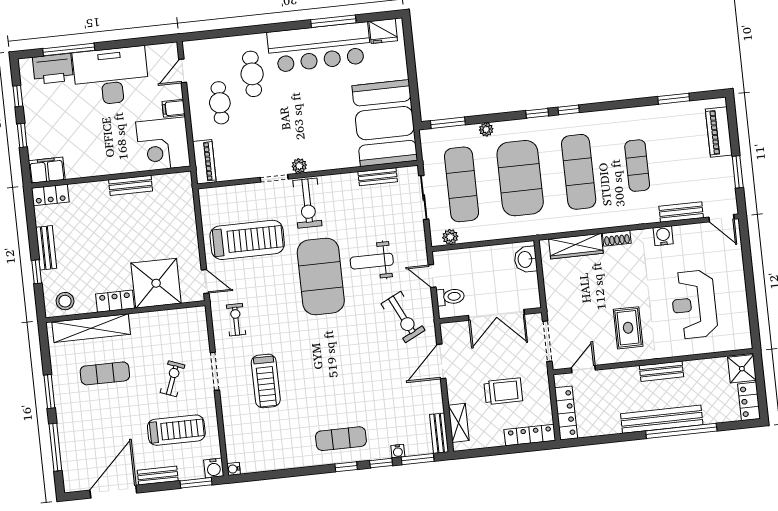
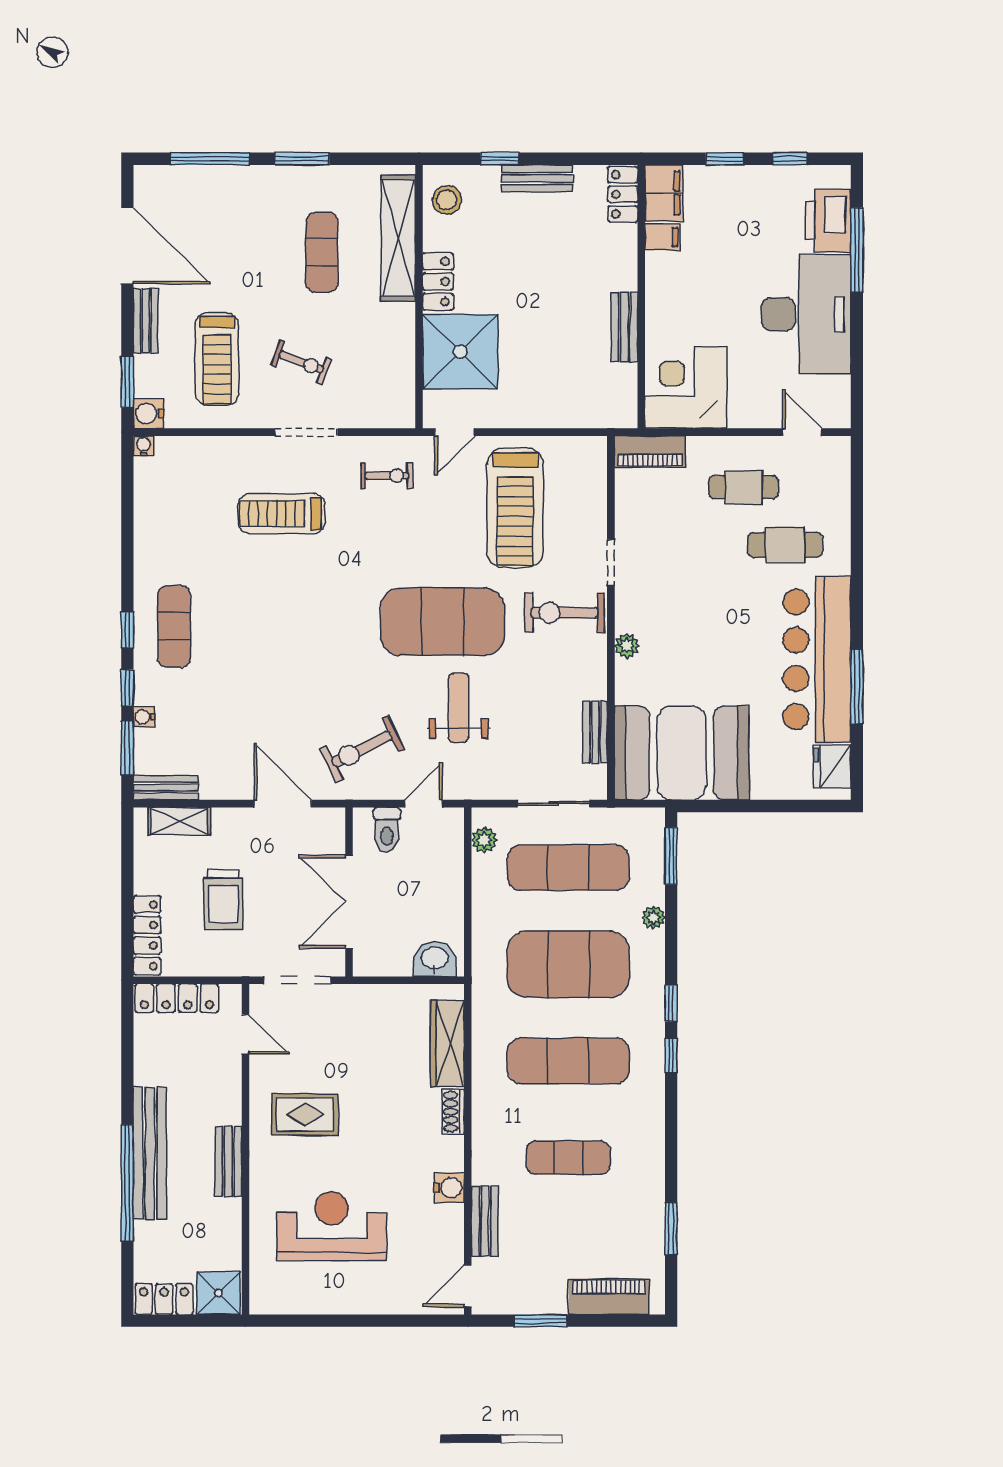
filing cabinet: (174, 108) -> (663, 237), moved, turned 90
plant: (299, 166) -> (627, 646), moved

